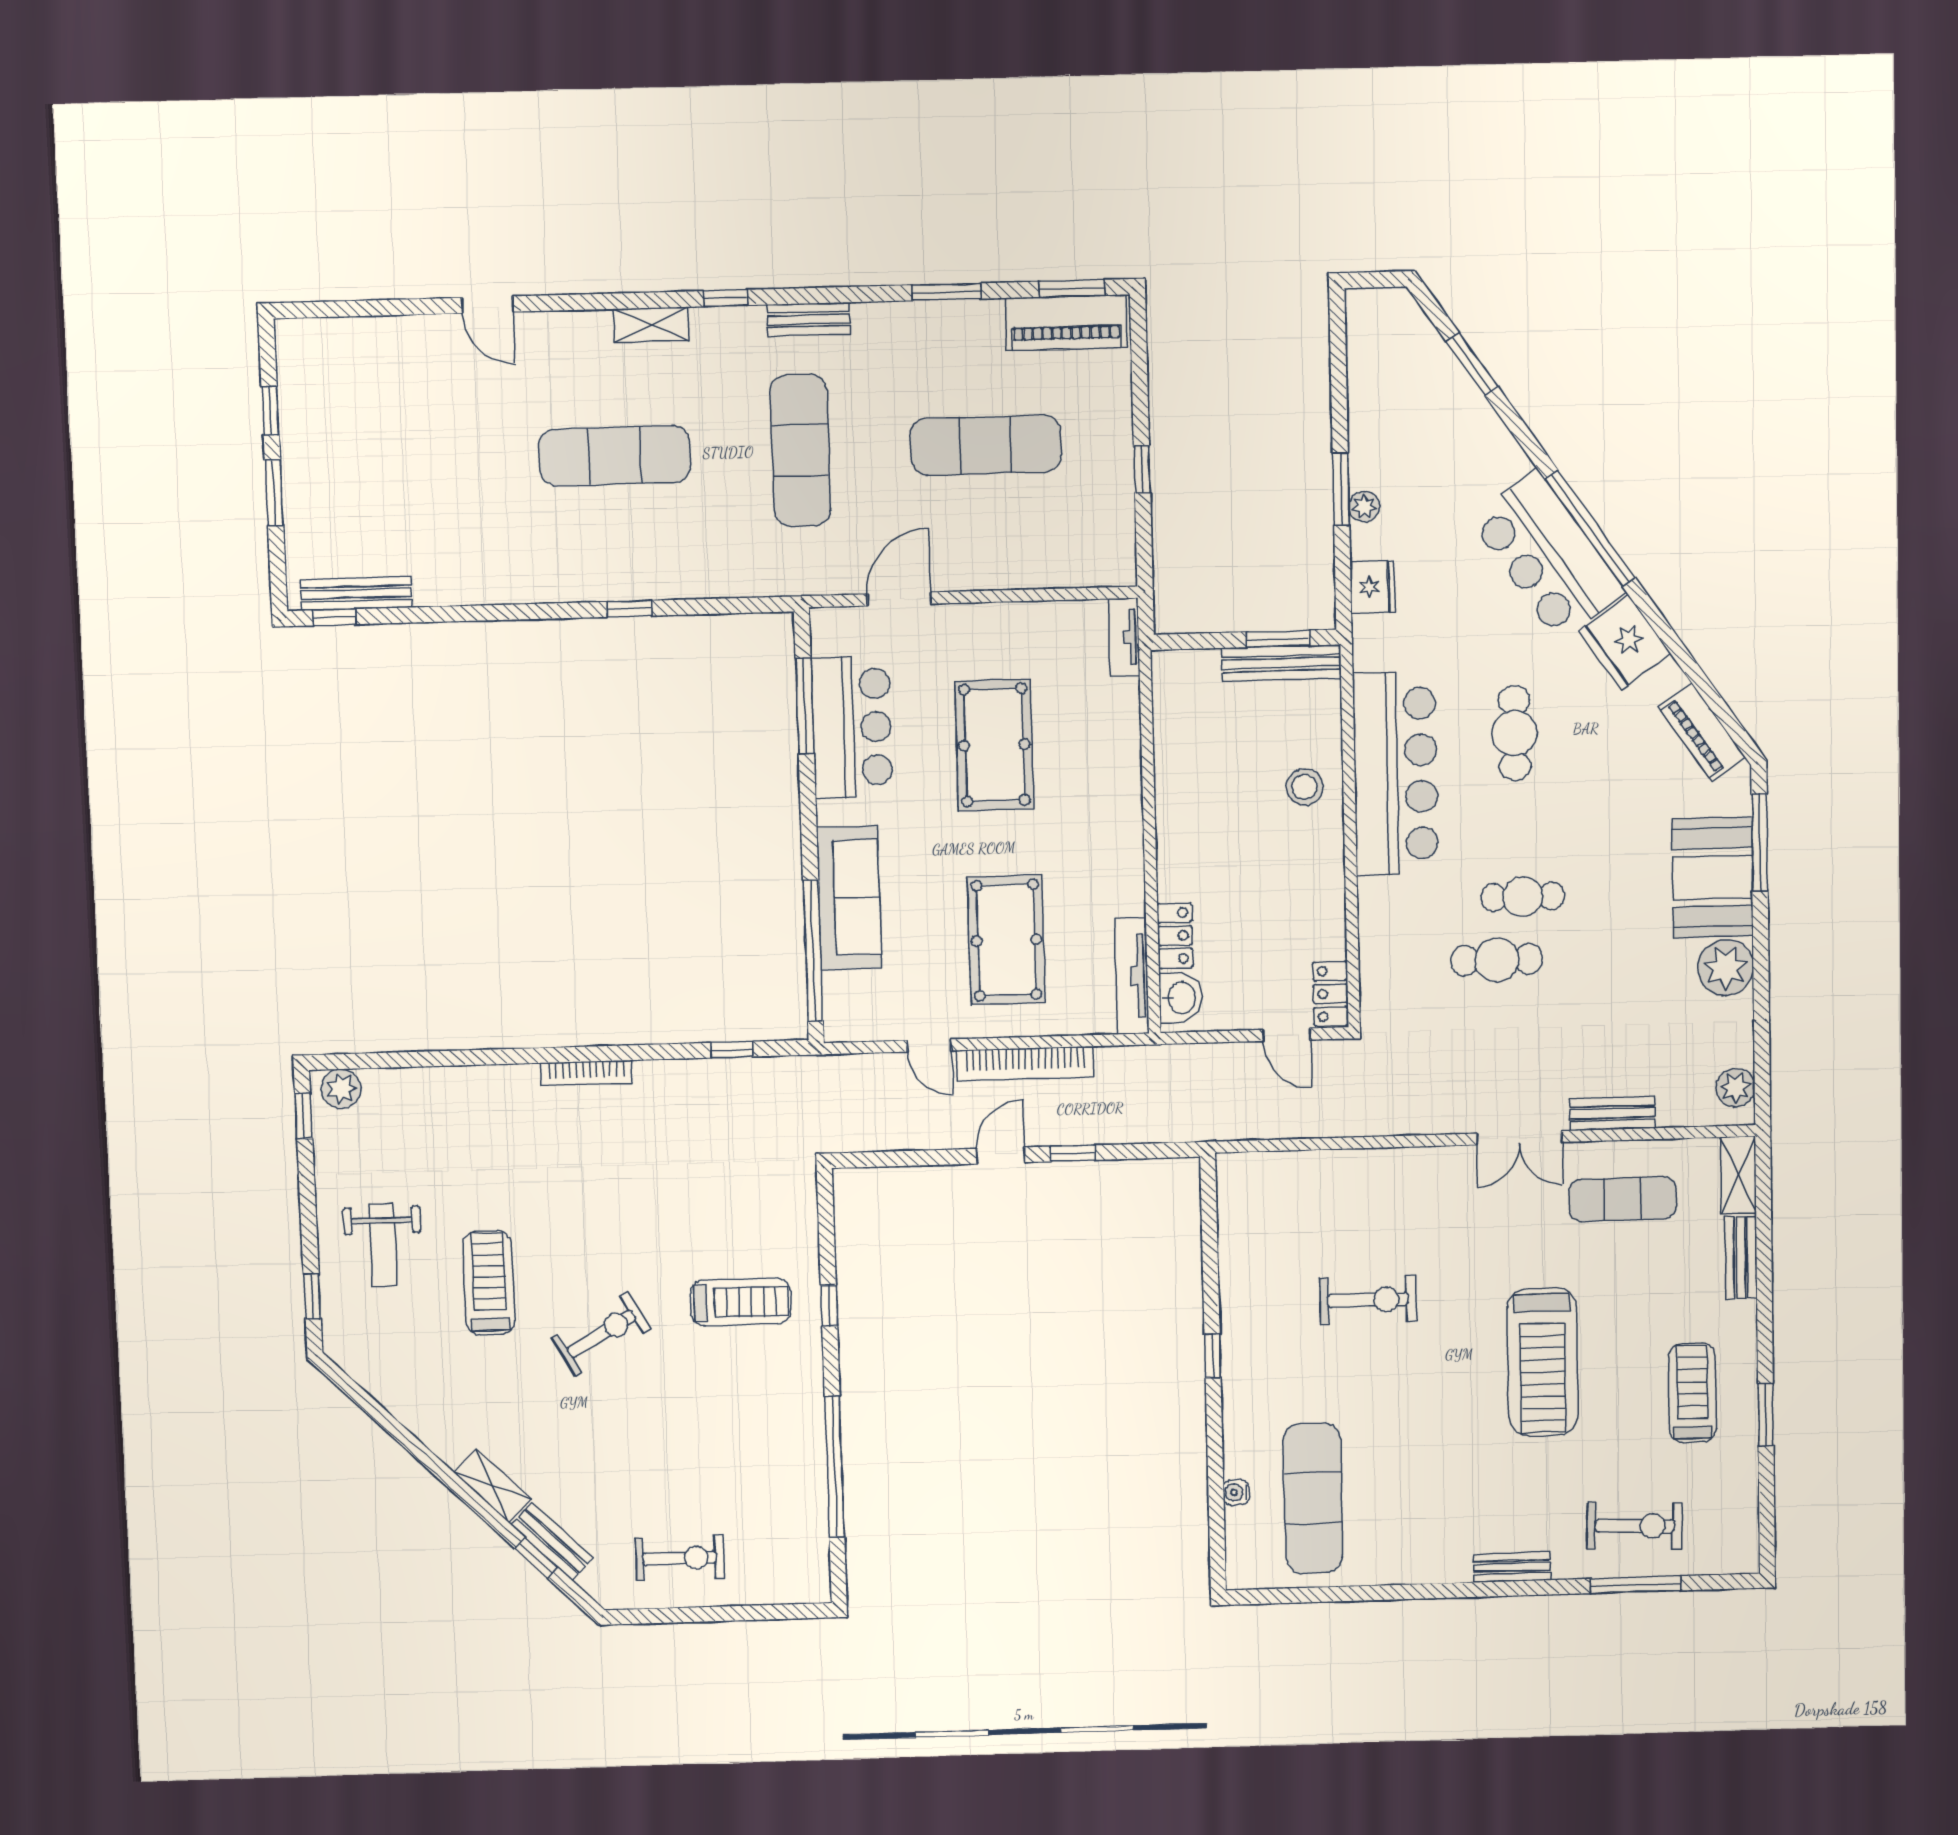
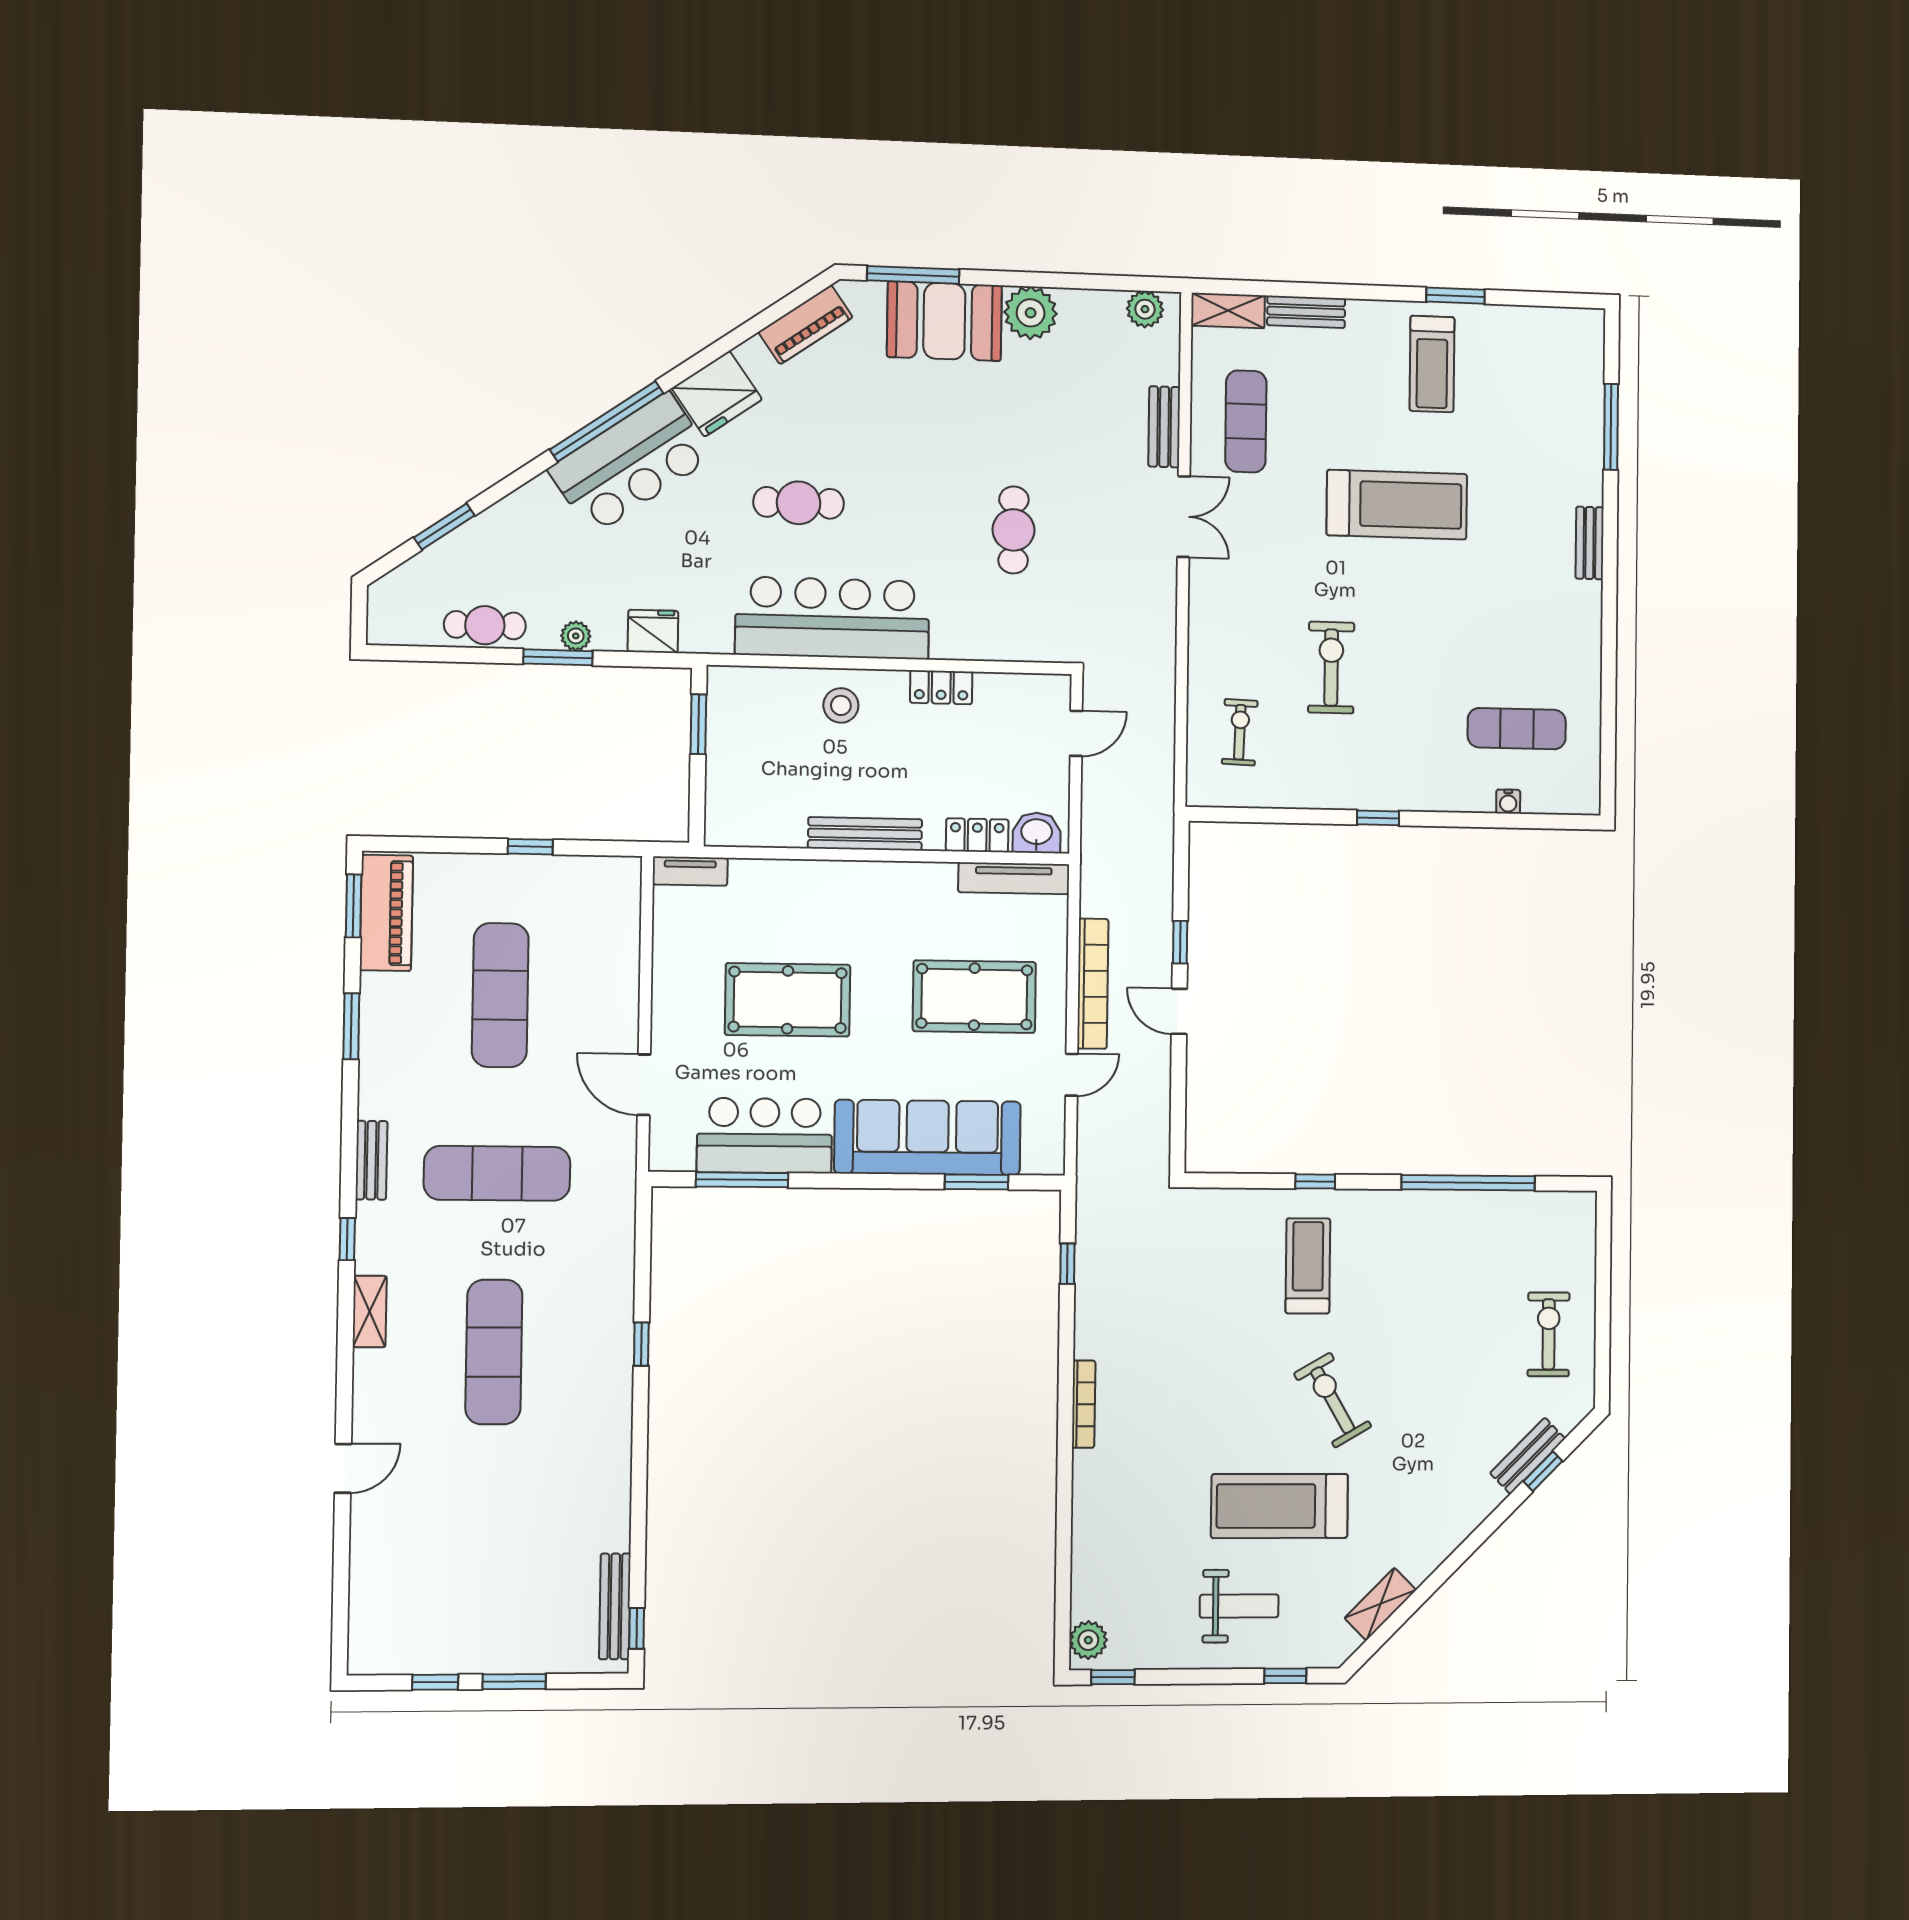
bench: (1281, 663) -> (865, 834), moved, turned 90
cafe table: (1523, 897) -> (485, 625), moved, turned 90
sofa: (849, 898) -> (928, 1137), width x1.36, depth x1.27
window: (813, 951) -> (977, 1182), width x0.47
locker: (1331, 994) -> (941, 687), moved
treadmill: (489, 1283) -> (1280, 1506), width x1.37, depth x1.38
treadmill: (1692, 1393) -> (1432, 364), turned -90
shelving: (493, 1486) -> (1380, 1604), moved
exercise mat: (1313, 1498) -> (1517, 729), width x0.73, depth x0.69
exercise bike: (1635, 1526) -> (1240, 732), moved, width x0.73, depth x0.72

